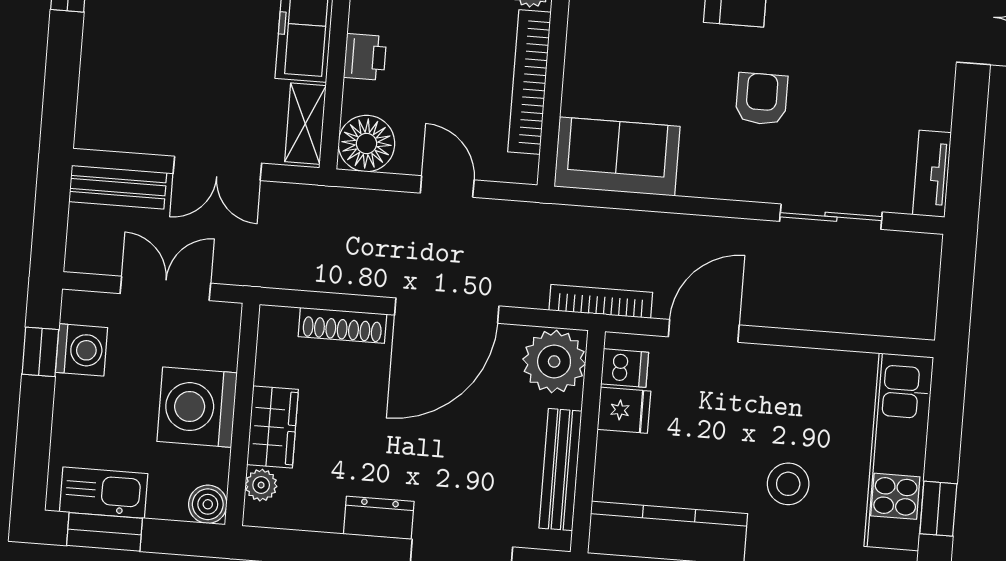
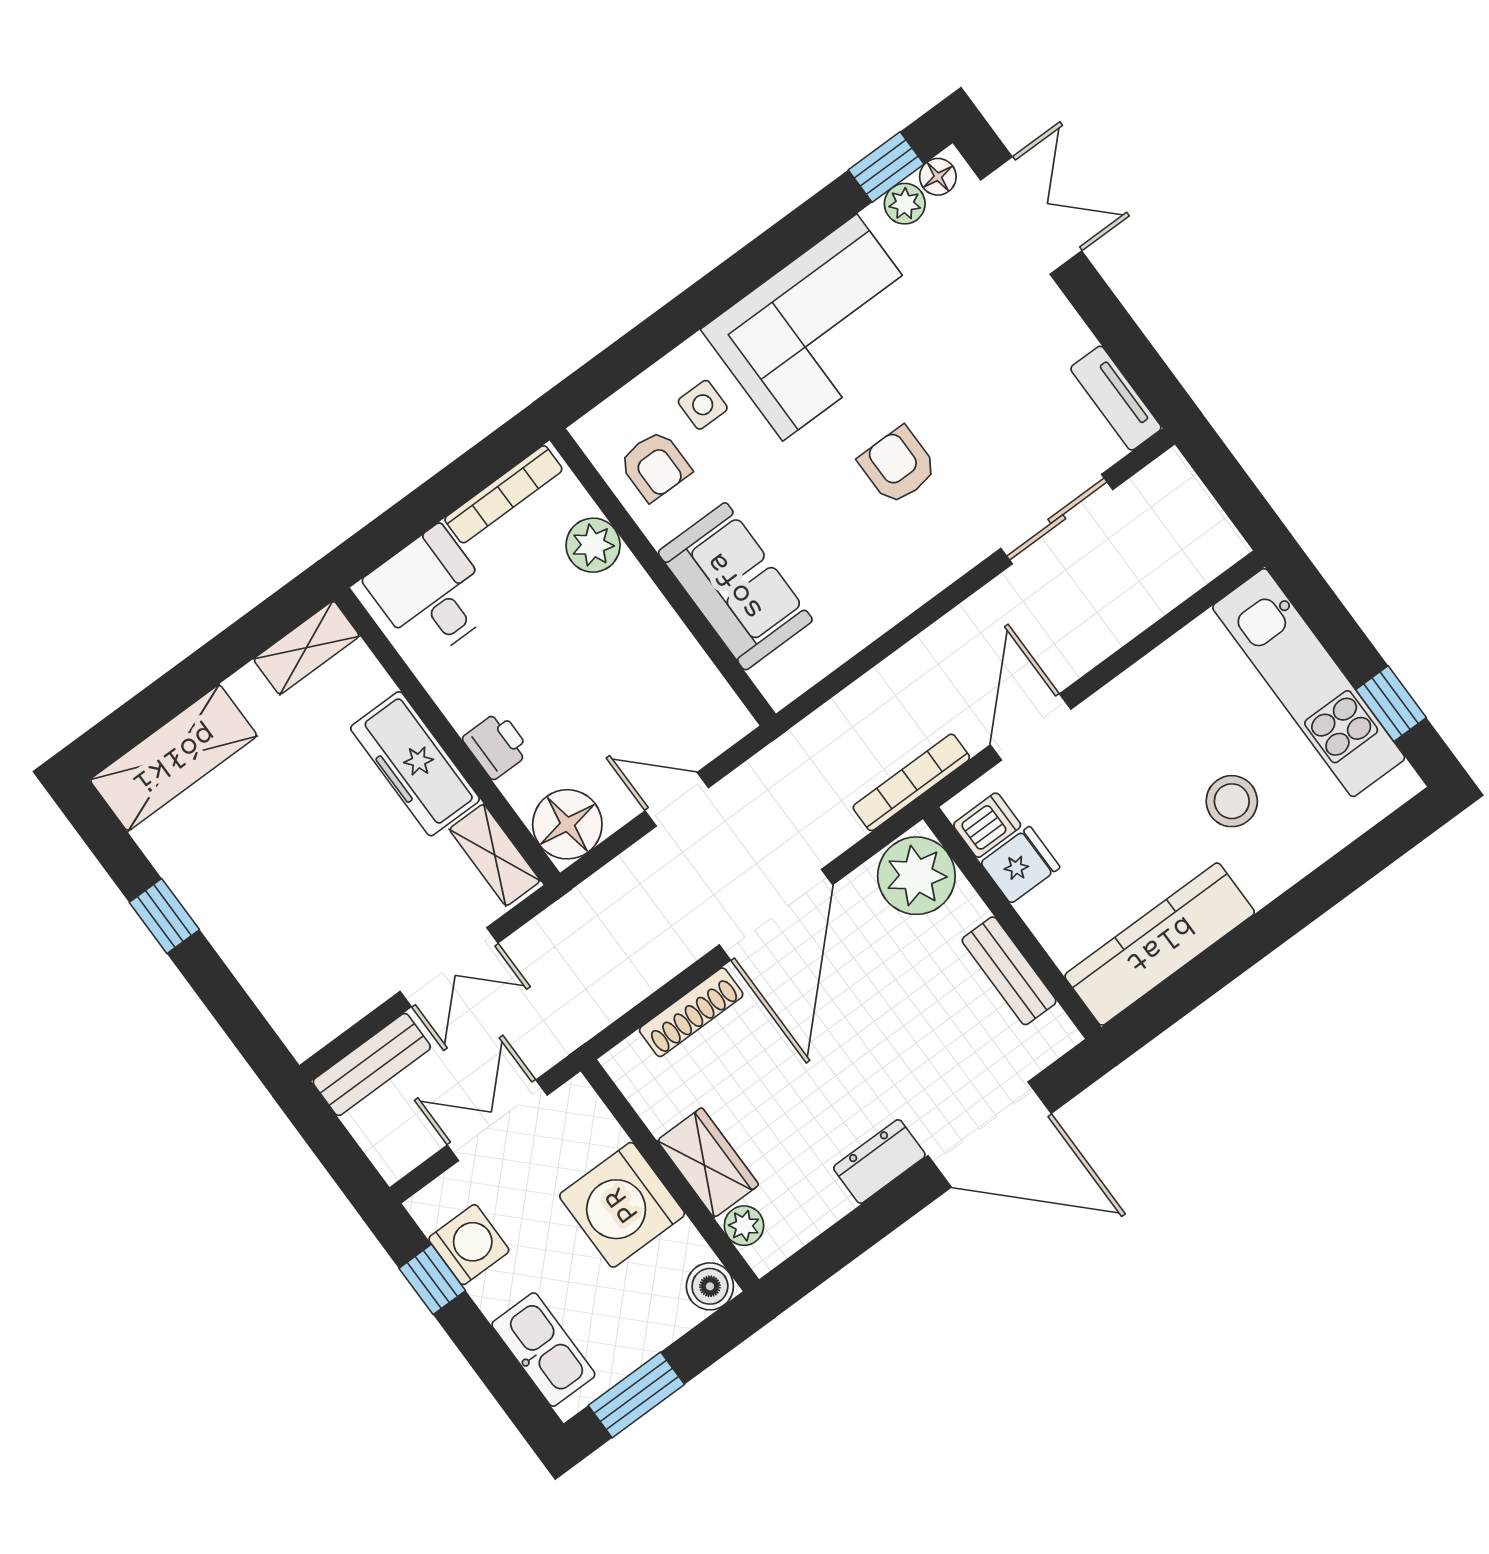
bookcase: (529, 82) -> (669, 636), removed
sofa: (617, 157) -> (735, 586), moved, turned 90
bench: (560, 470) -> (1009, 971), width x0.73
kitchen sink: (104, 493) -> (543, 1350), moved, turned 90

